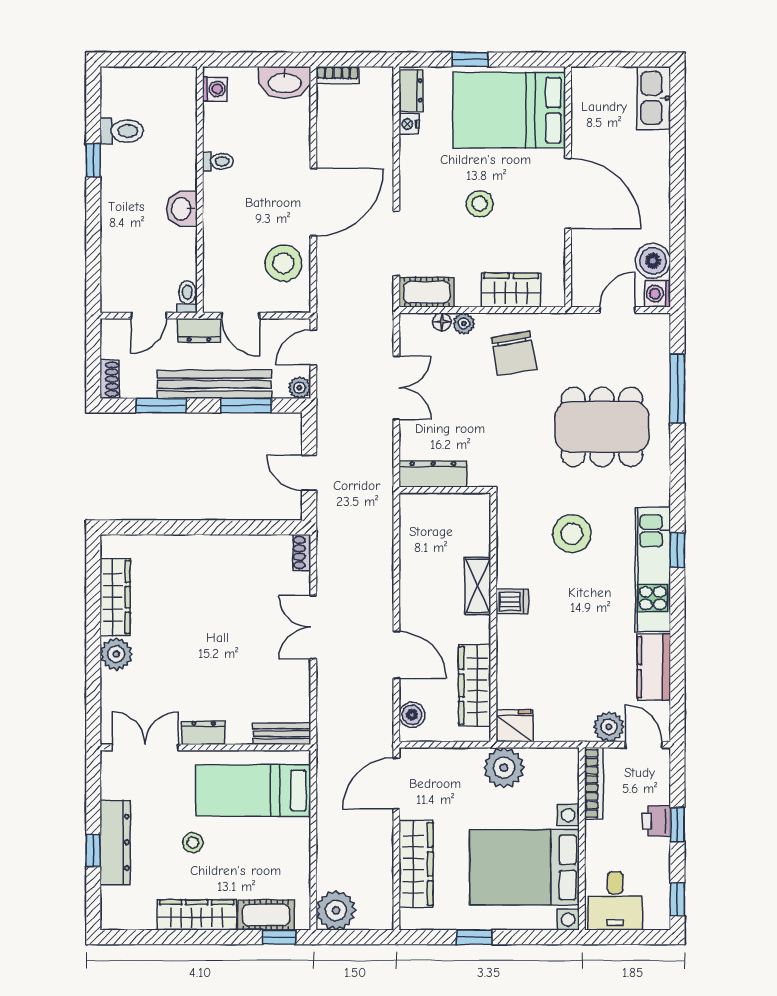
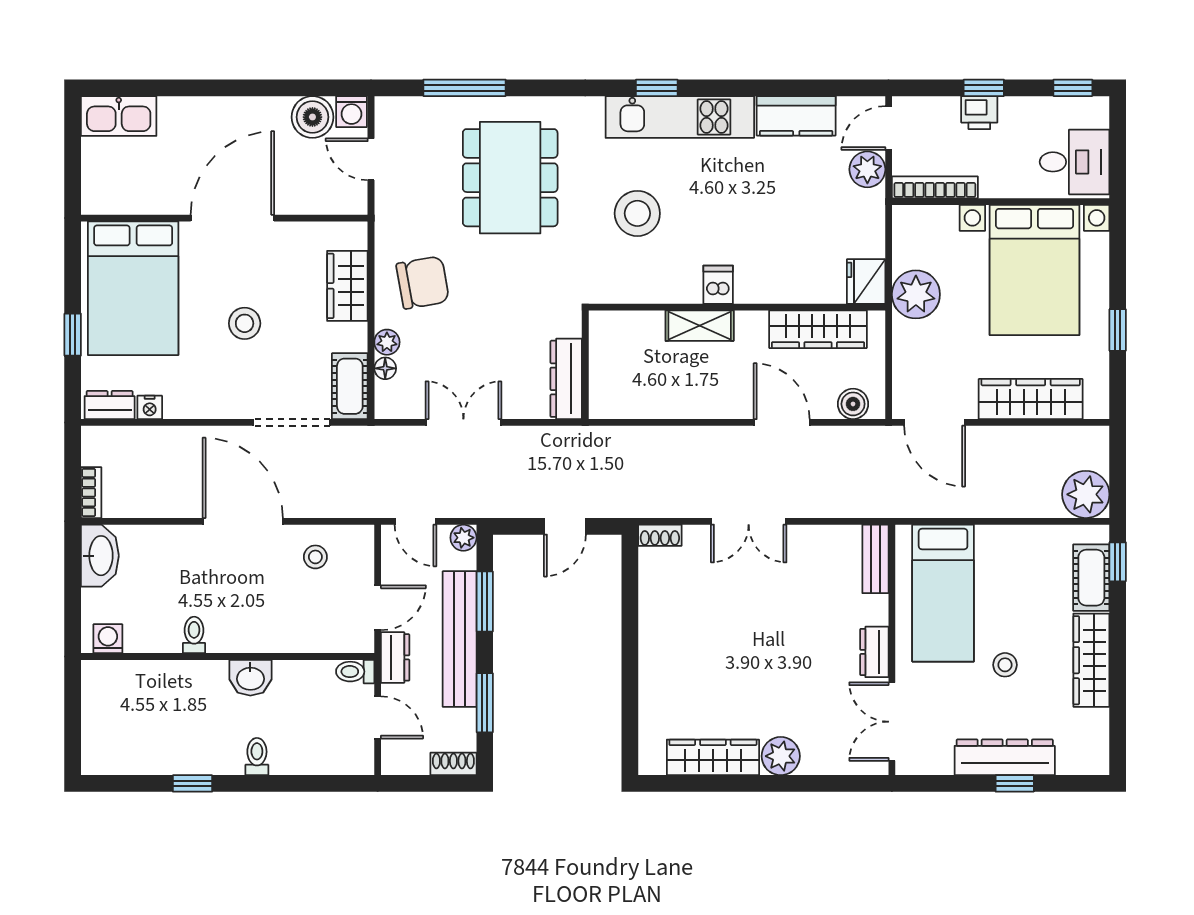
toilet: (122, 131) -> (257, 757), moved, width x0.73, depth x0.72
stool: (283, 263) -> (315, 557), width x0.53, depth x0.53
door: (396, 655) -> (782, 422), hinge flipped

